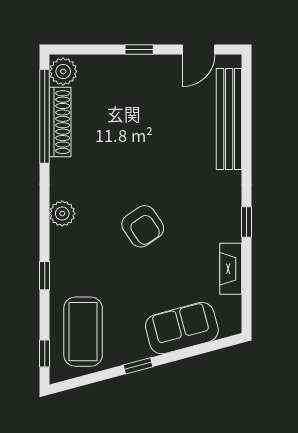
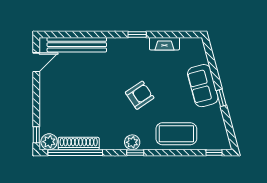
window: (139, 50) -> (36, 135), moved
door: (199, 50) -> (36, 62), hinge flipped
window: (45, 276) -> (135, 153), moved
sofa: (182, 328) -> (203, 86), moved
coffee table: (83, 332) -> (176, 134), moved

